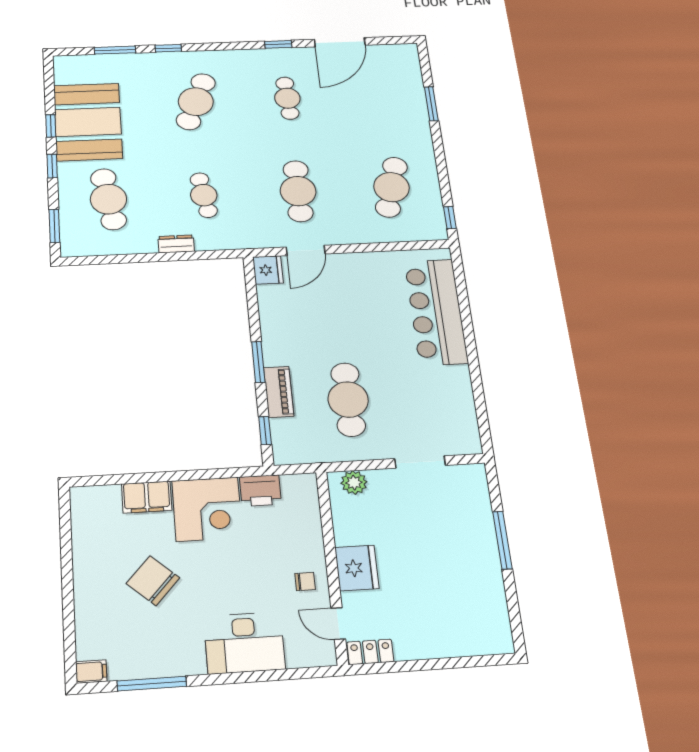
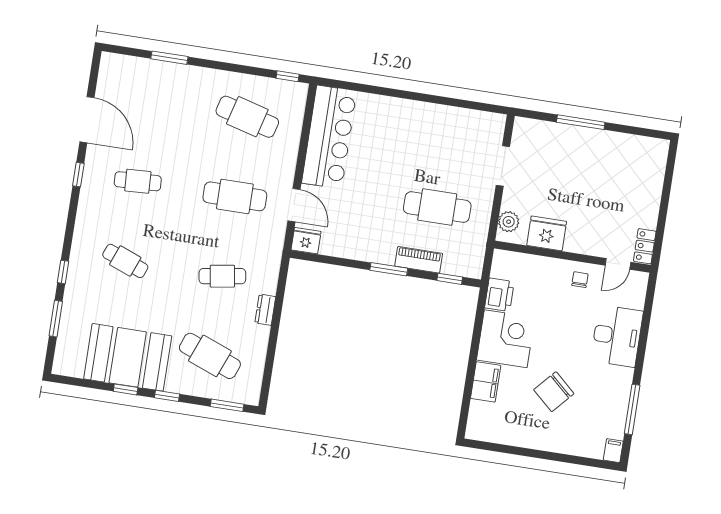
cafe table: (196, 102) -> (125, 261), width x0.73, depth x0.74
cafe table: (108, 199) -> (210, 356), turned 30
bar counter: (436, 312) -> (329, 137), moved, turned -90
fridge: (357, 568) -> (547, 233), moved

